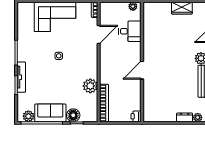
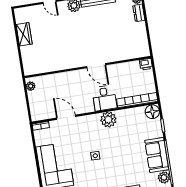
desk: (130, 31) -> (104, 98), moved, turned 180
plant: (90, 86) -> (108, 120), moved
floor lamp: (73, 115) -> (152, 112), moved

